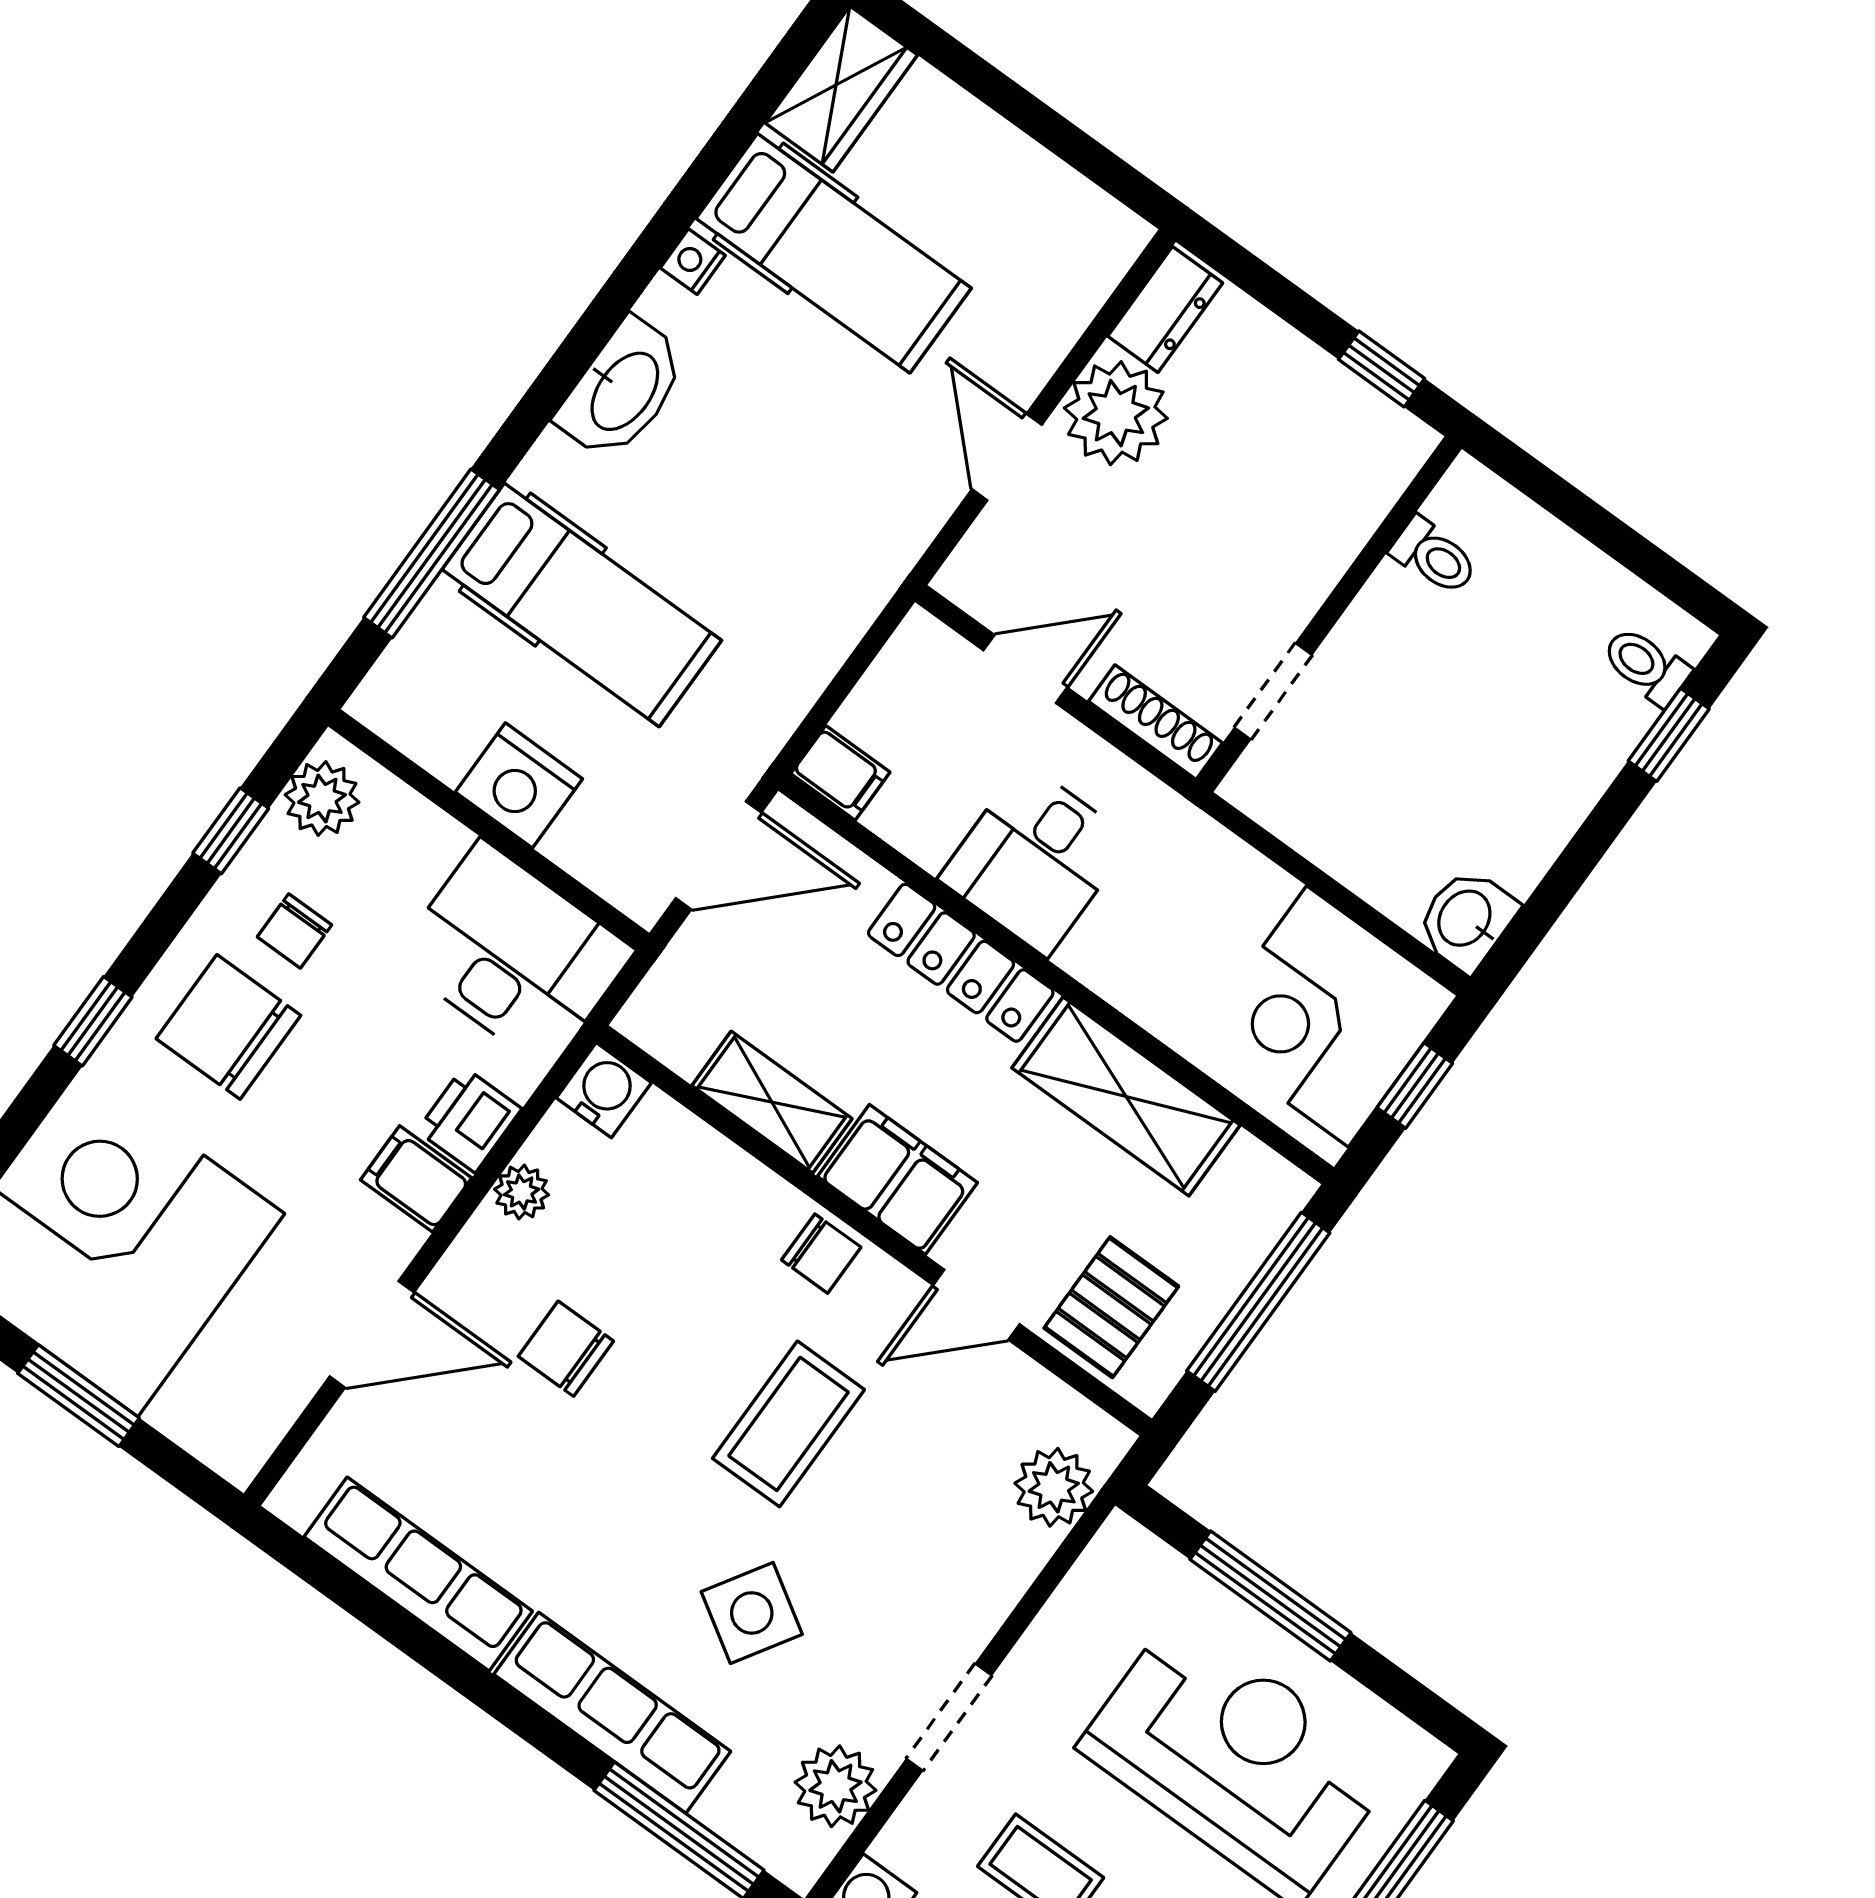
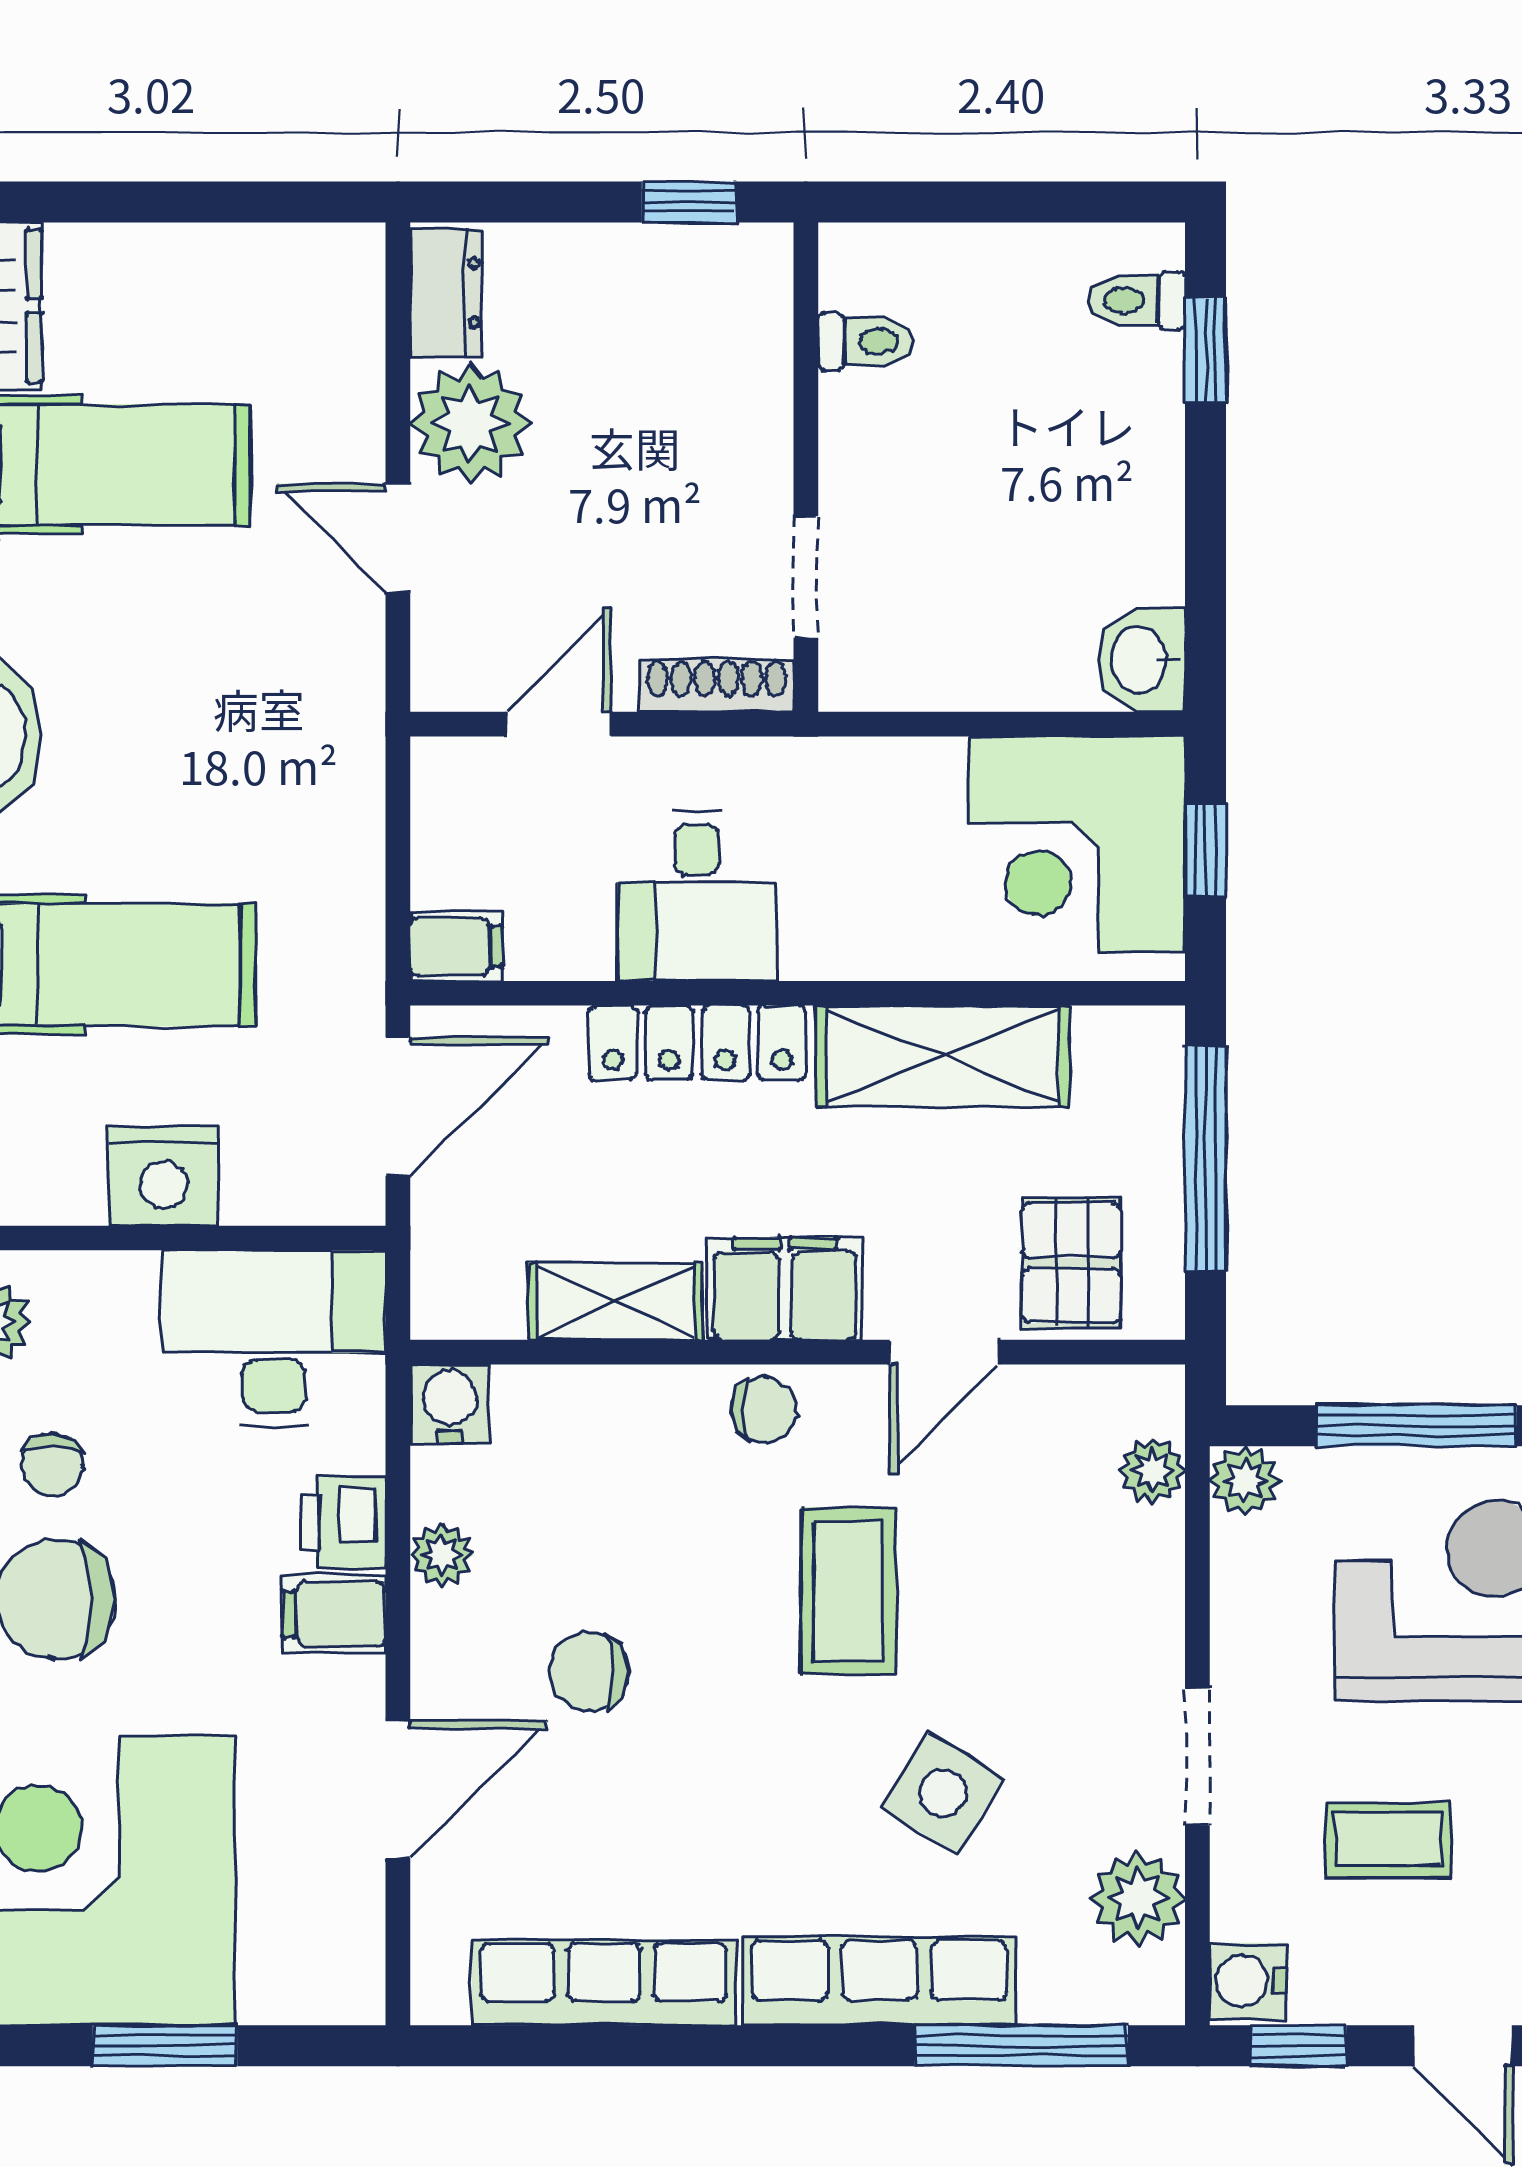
plant: (1054, 1487) -> (1152, 1471), width x0.73, depth x0.73
plant: (1122, 1547) -> (1244, 1481), added

